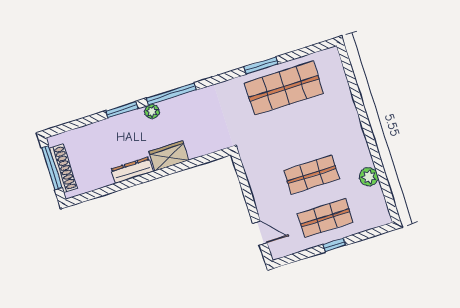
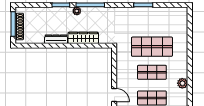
shop shelf: (284, 88) -> (152, 47), moved
wardrobe: (169, 156) -> (83, 38), width x1.50

